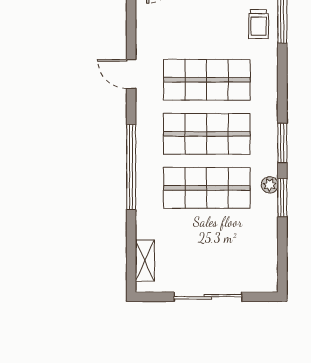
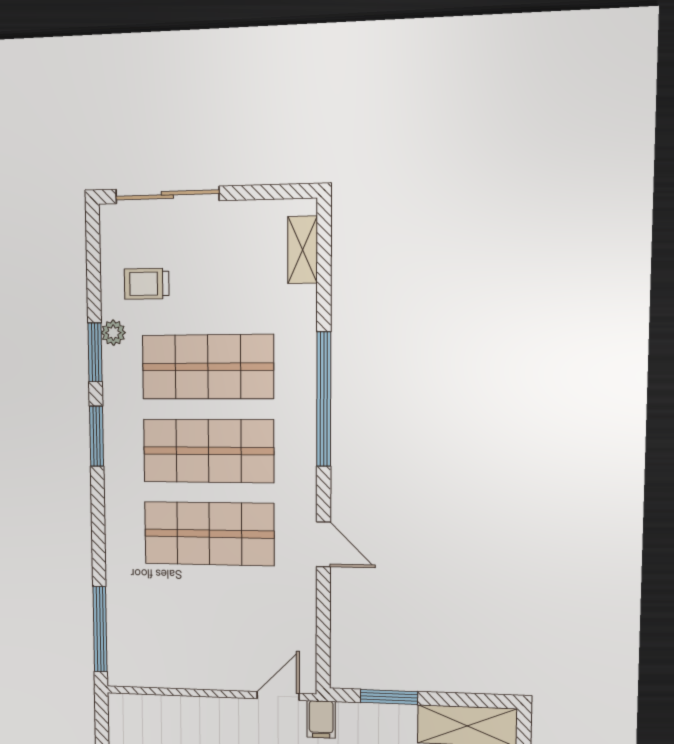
trolley: (259, 24) -> (147, 284), moved, turned -90
plant: (270, 185) -> (113, 333), moved
sliding door: (208, 297) -> (167, 195), moved

